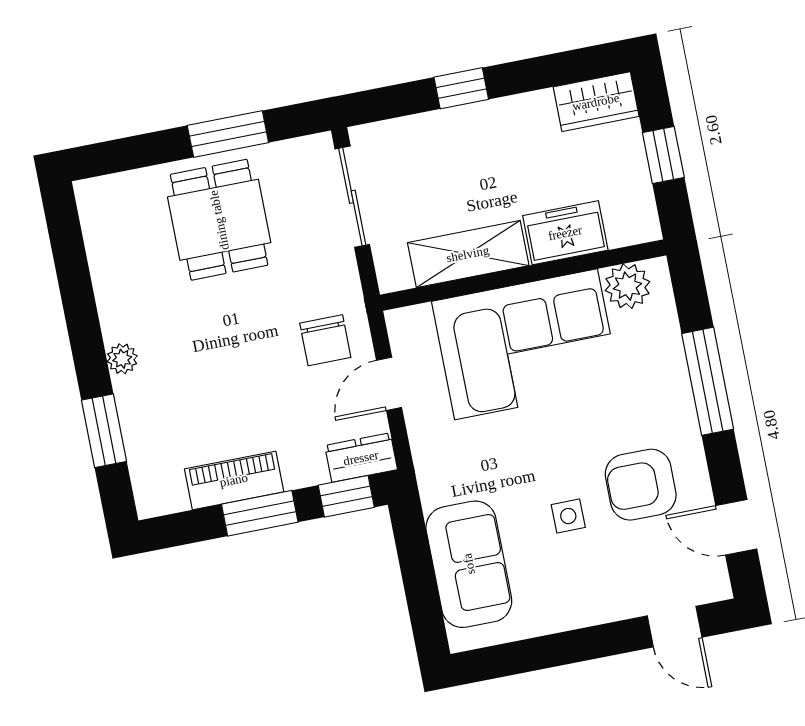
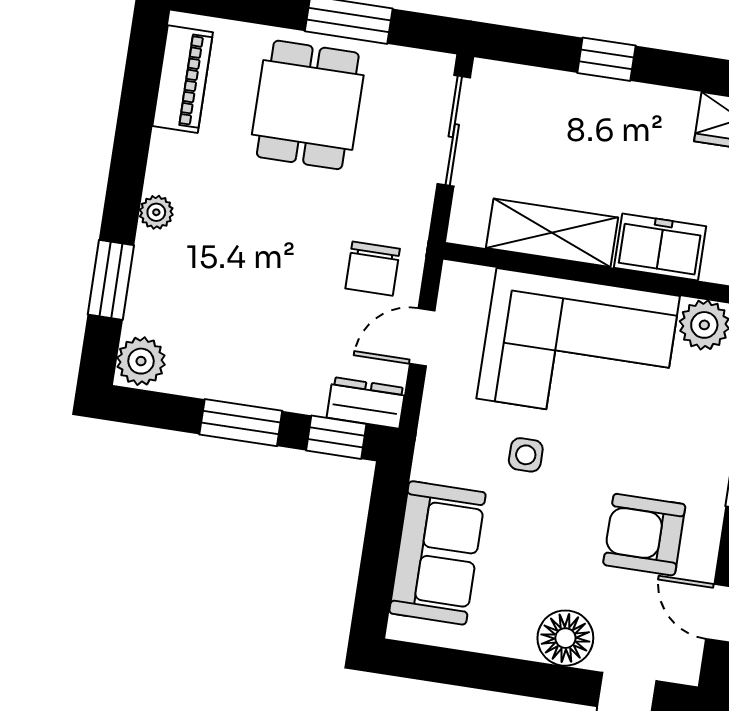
piano: (234, 480) -> (183, 79), moved, turned 90
plant: (155, 491) -> (141, 361), added
side table: (568, 516) -> (526, 455), moved
floor lamp: (605, 598) -> (565, 638), added

